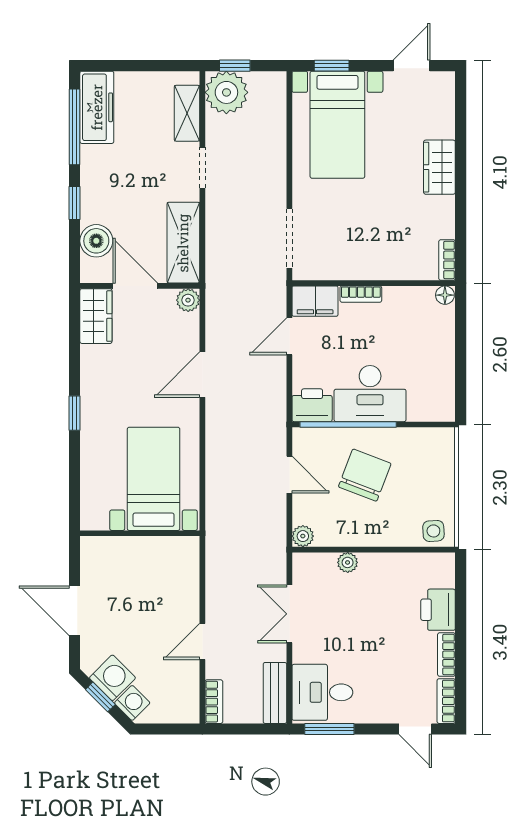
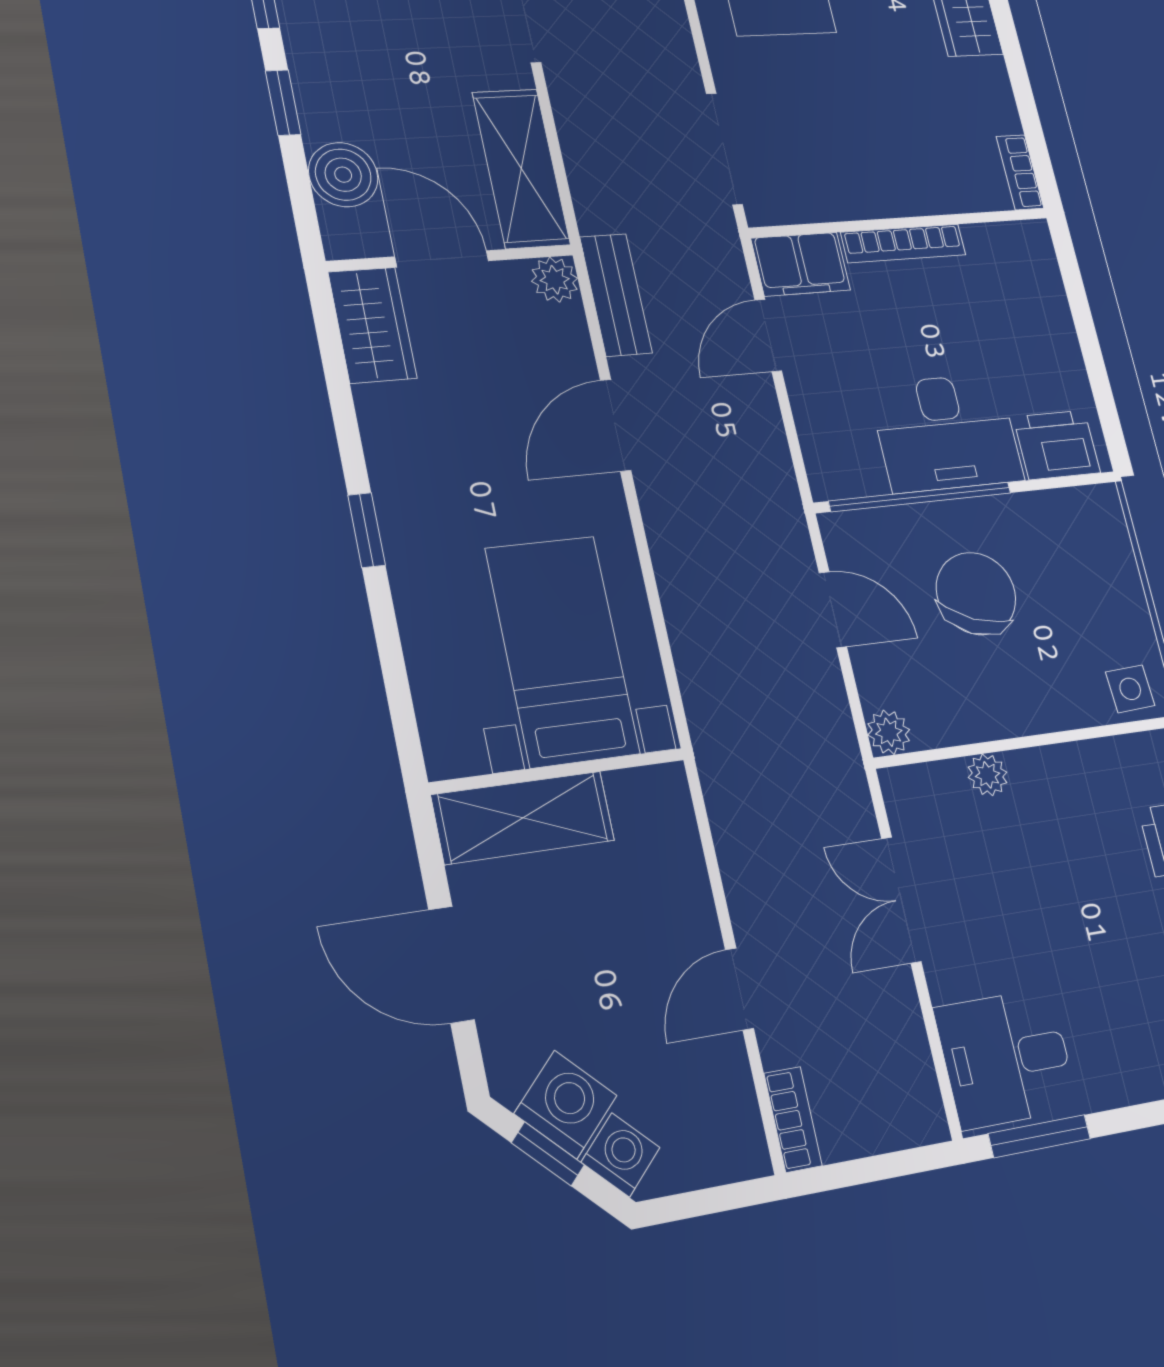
bookcase: (361, 294) -> (903, 244), width x1.56
floor lamp: (445, 295) -> (1033, 236), removed
printer: (312, 405) -> (1057, 445), moved
shelving: (120, 552) -> (523, 818), added
bench: (275, 693) -> (616, 295), moved

